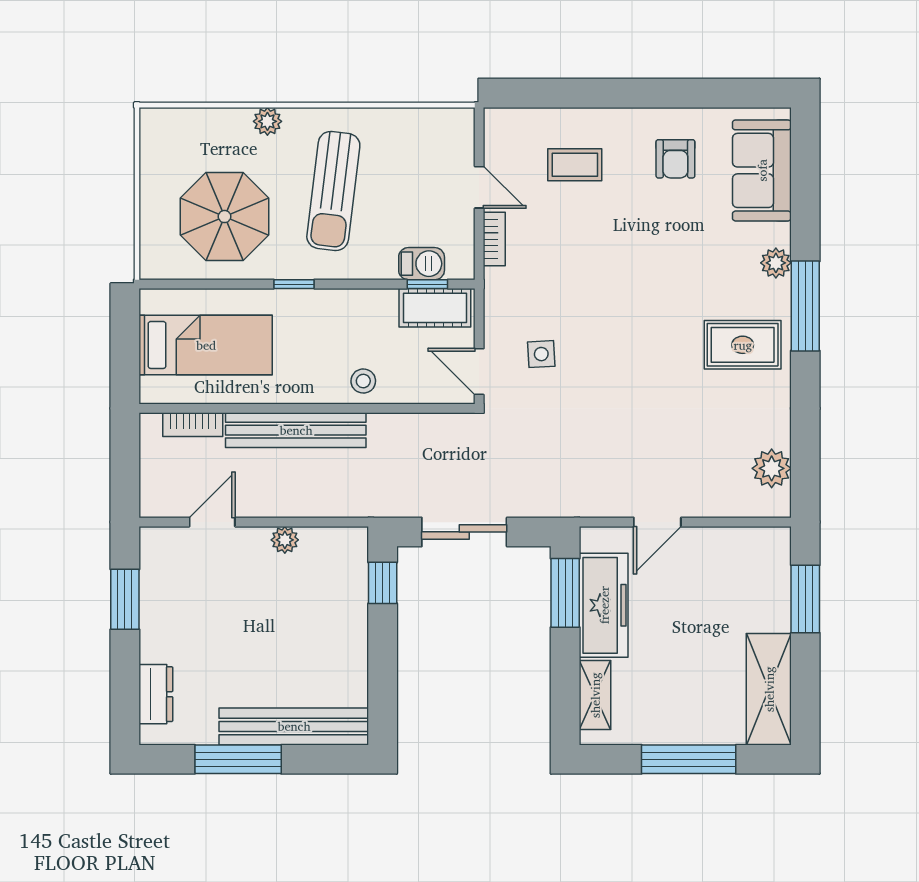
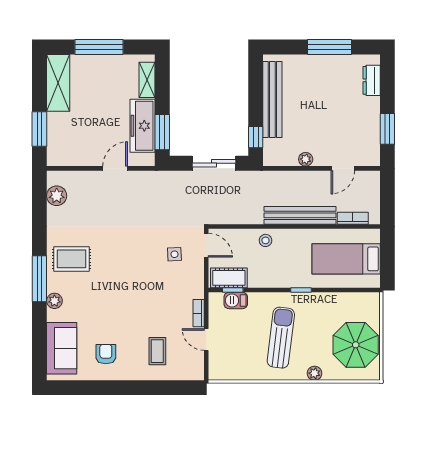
coffee table: (575, 165) -> (157, 351), turned 90
parasol: (225, 217) -> (356, 345), moved
bench: (294, 726) -> (272, 99), moved, turned 90

